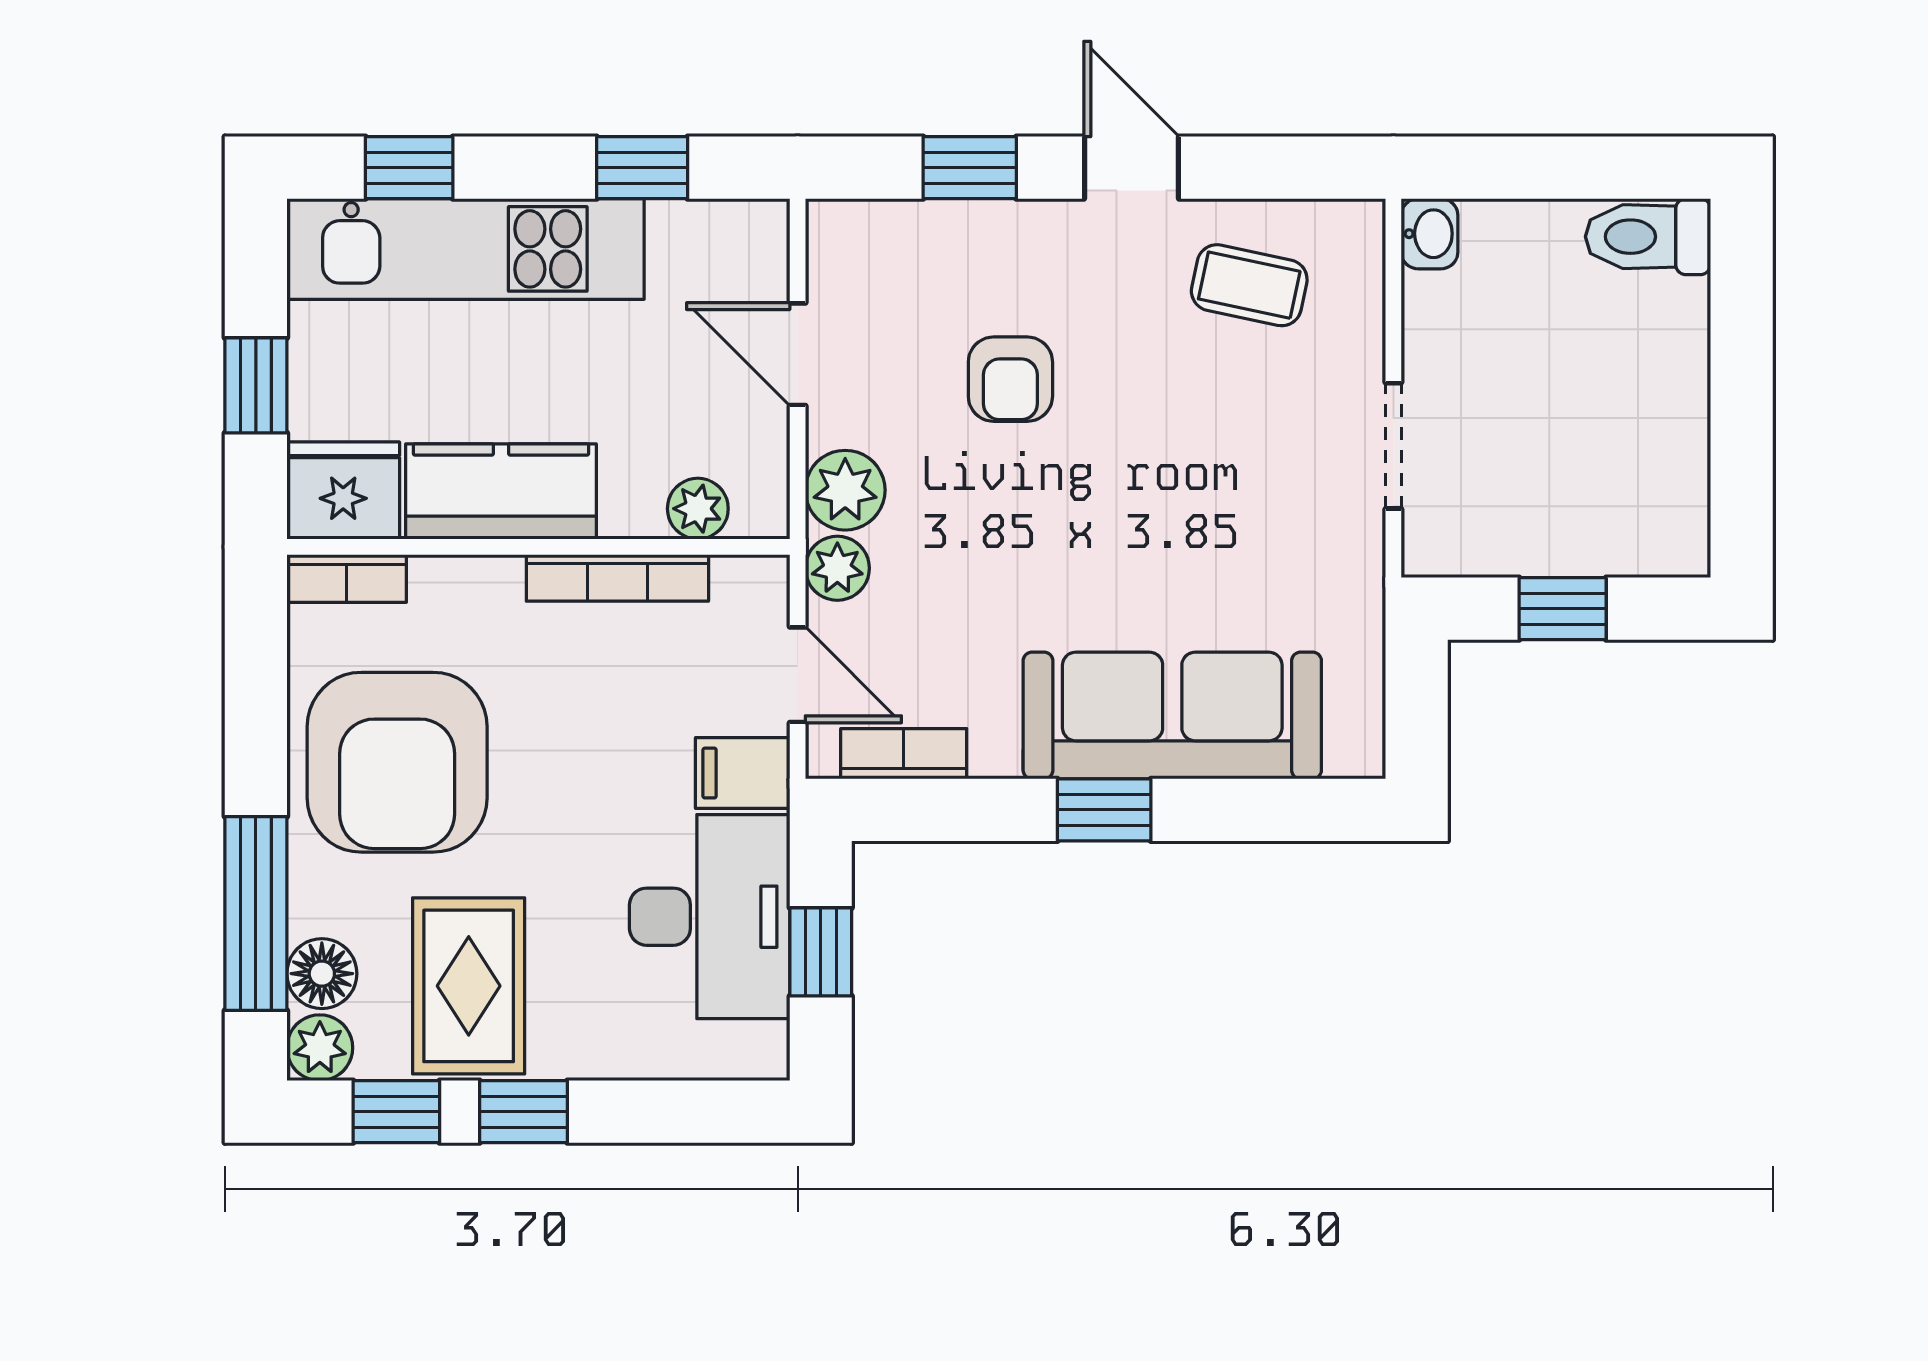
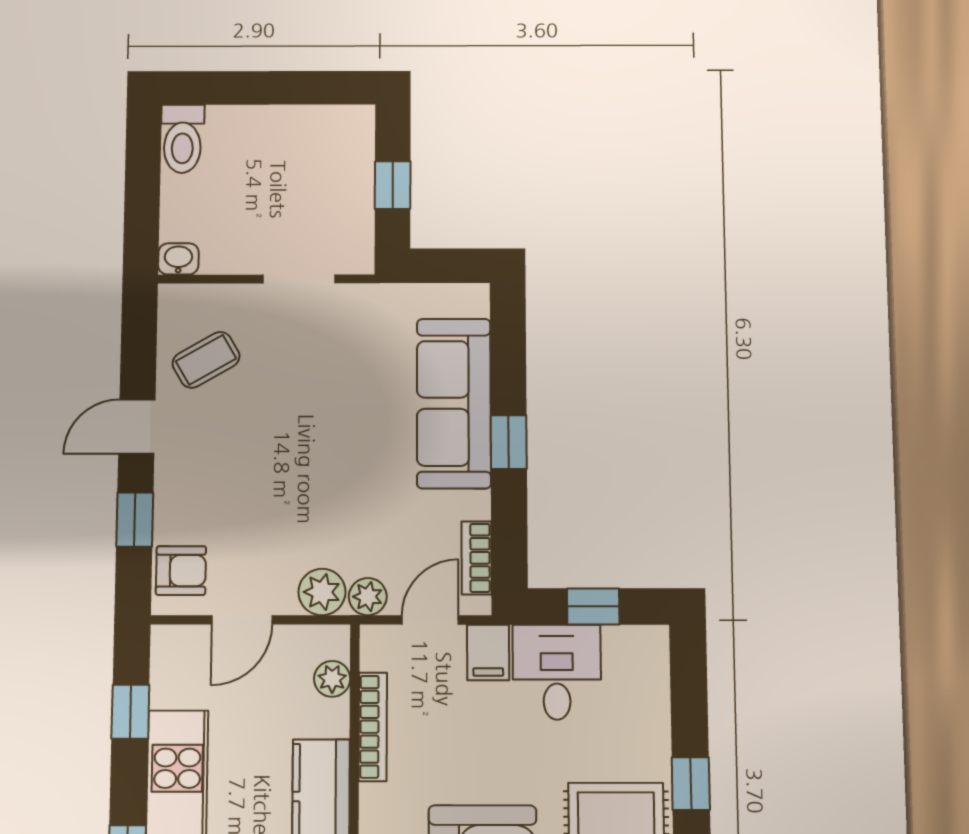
coffee table: (1249, 285) -> (206, 360), turned 48
armchair: (1010, 379) -> (181, 571), moved
desk: (710, 917) -> (557, 672), width x0.73

